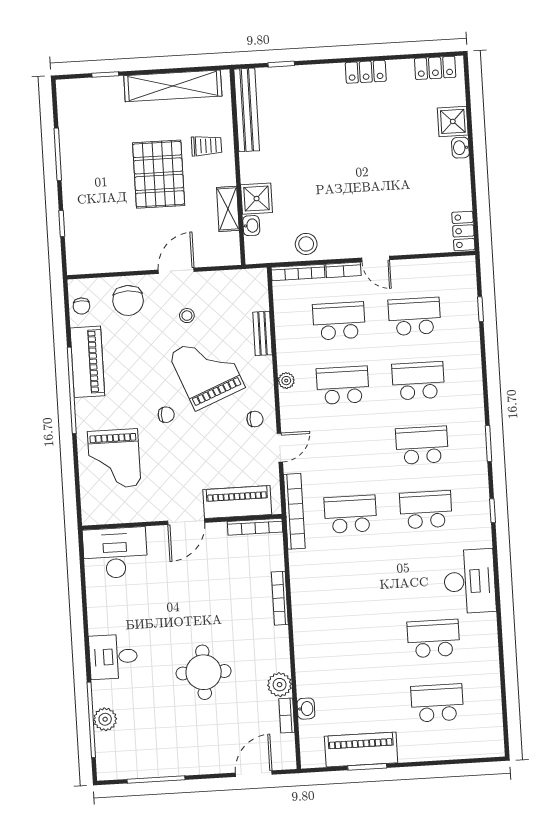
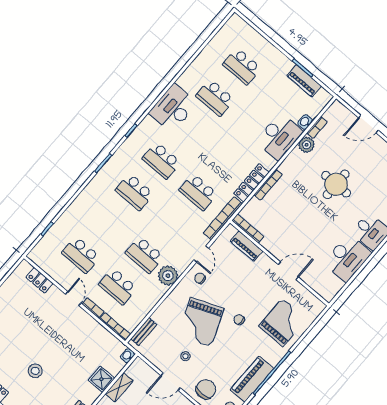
washbasin: (251, 226) -> (127, 356), moved
locker: (463, 231) -> (40, 280), moved, turned 90
stool: (306, 244) -> (35, 371), moved
bench: (263, 333) -> (144, 332), moved
plant: (286, 381) -> (168, 276), width x1.87, depth x1.87
school desk: (418, 381) -> (108, 223), removed
door: (280, 448) -> (201, 254), swing flipped
piano: (237, 502) -> (247, 246), width x0.73, depth x0.75
door: (186, 522) -> (288, 271), moved
desk: (115, 553) -> (347, 258), moved, turned -90
locker: (300, 582) -> (251, 183), added
desk: (319, 665) -> (279, 136), added
piano: (361, 750) -> (304, 81), width x0.73, depth x0.75
door: (254, 774) -> (368, 124), moved

